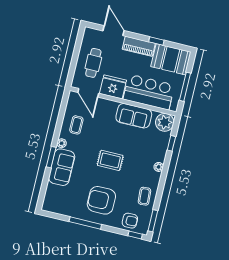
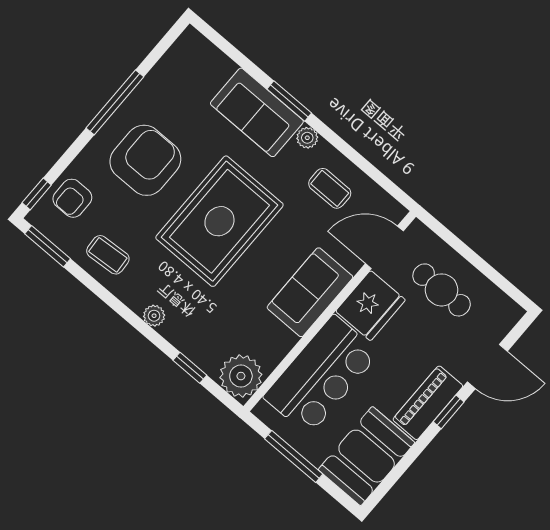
window: (156, 41) -> (449, 412), moved
sofa: (134, 116) -> (310, 292), moved
rug: (110, 160) -> (219, 221), width x1.86, depth x2.06

